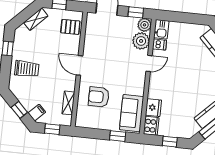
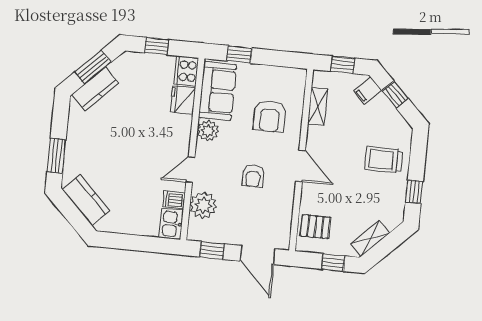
plant: (145, 25) -> (208, 131), moved
armchair: (109, 59) -> (253, 176), added
armchair: (99, 97) -> (270, 116), turned 90

